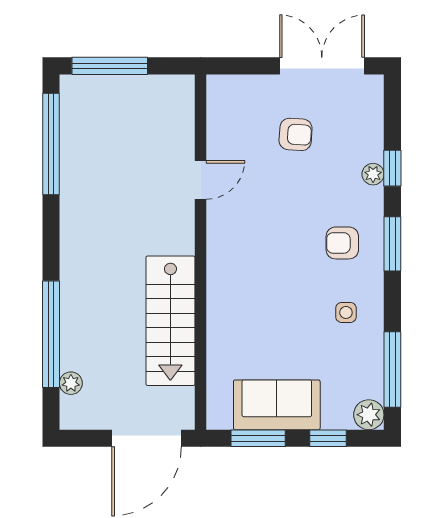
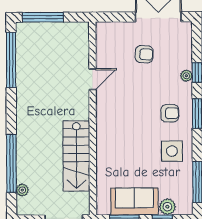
armchair: (342, 243) -> (170, 113), turned 180
side table: (346, 312) -> (172, 151), width x1.87, depth x1.87
plant: (369, 415) -> (167, 207), moved

